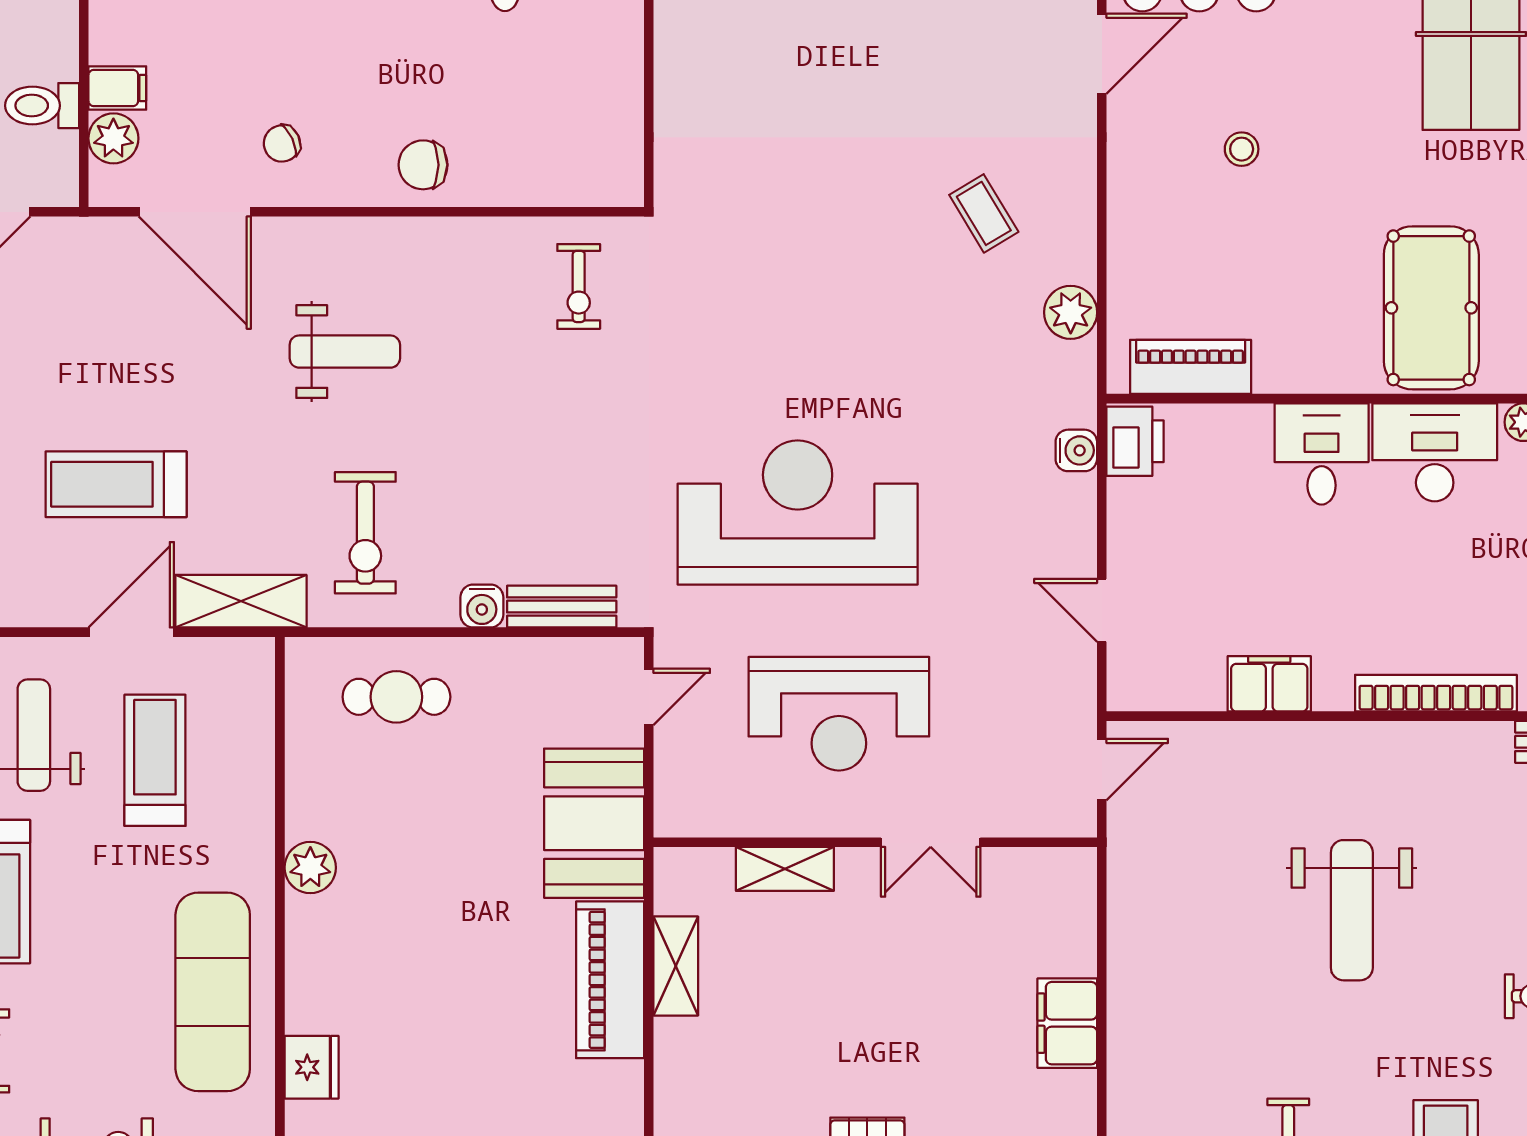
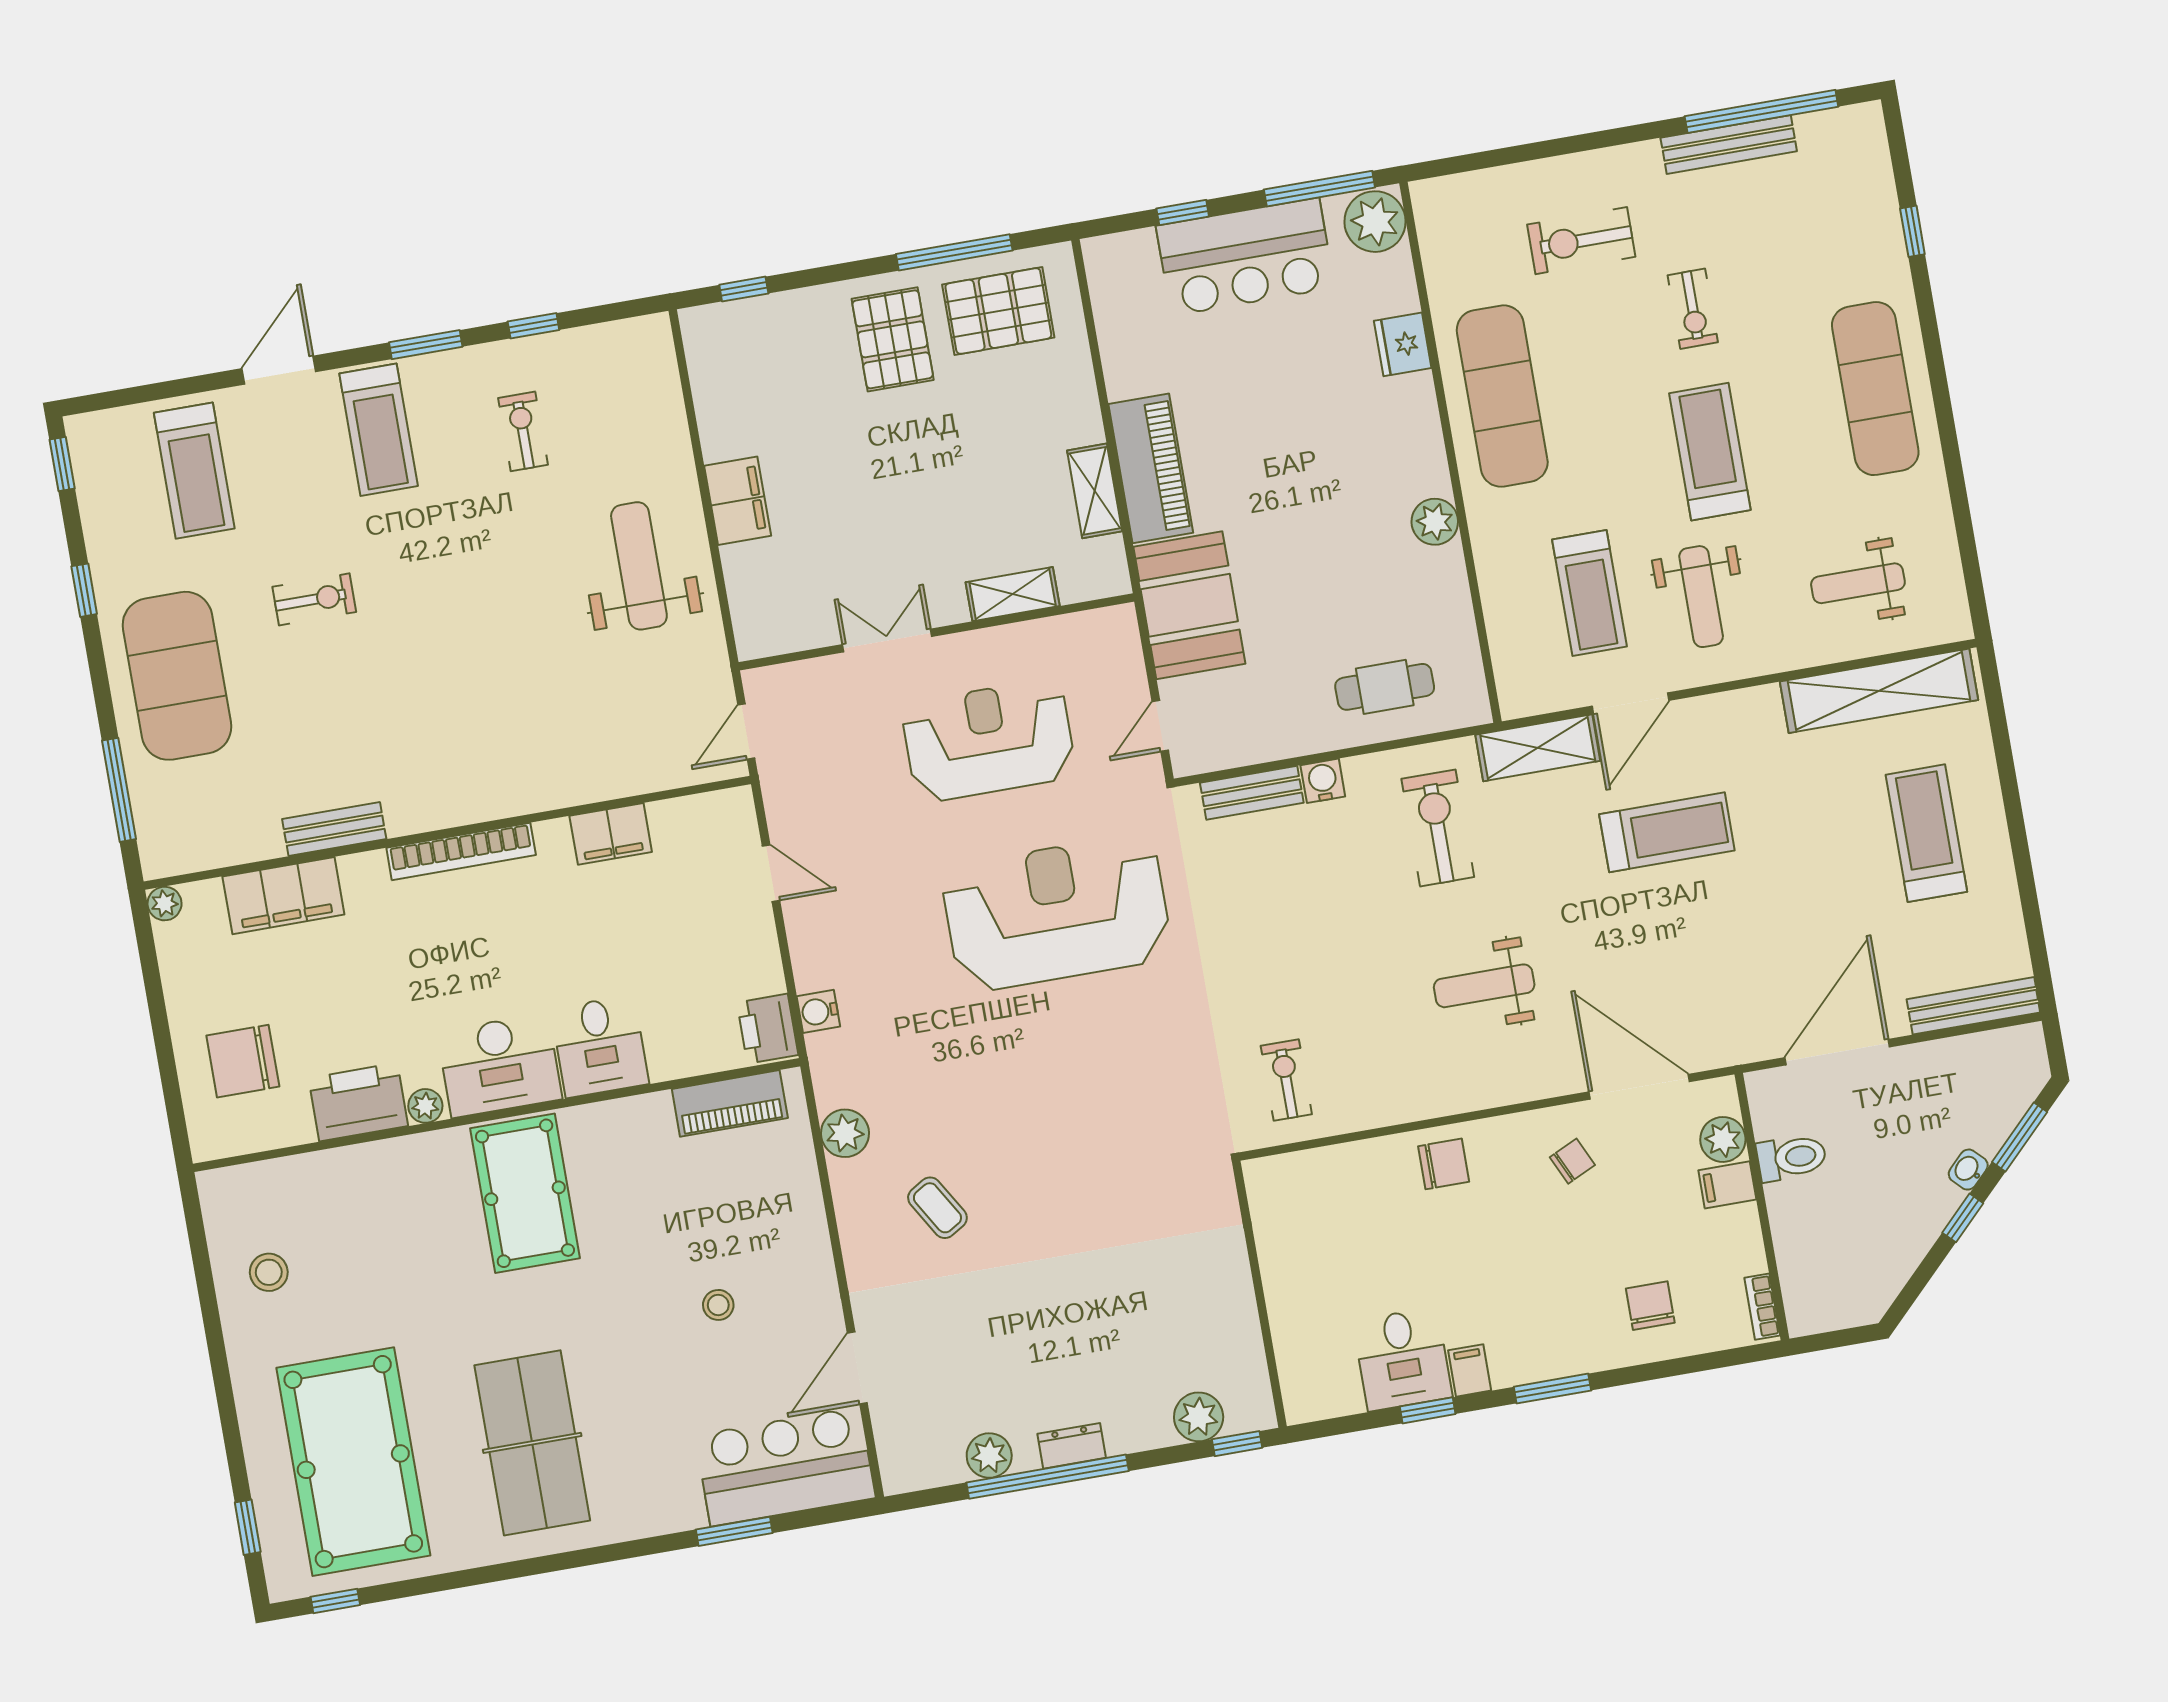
reception desk: (798, 512) -> (1057, 913), turned 180
weight bench: (1352, 910) -> (639, 566), moved

